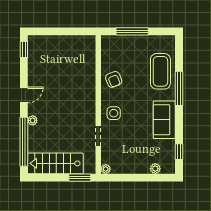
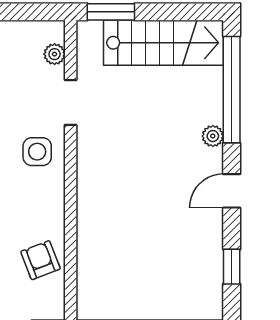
window: (24, 49) -> (232, 267), moved
armchair: (114, 79) -> (40, 260), moved
plant: (106, 169) -> (55, 54), moved

